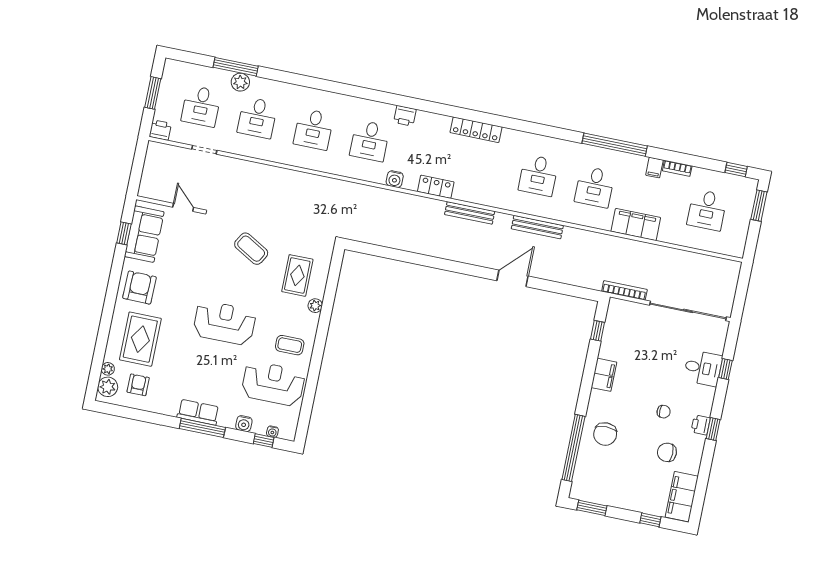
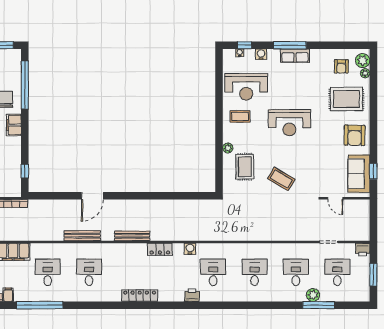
rug: (140, 339) -> (346, 99), turned 90
filing cabinet: (604, 375) -> (14, 125), moved

